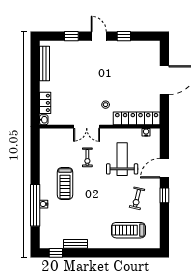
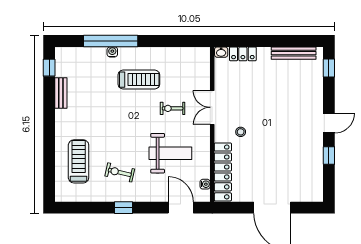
window: (71, 36) -> (329, 68), moved
door: (164, 168) -> (181, 208), moved
treadmill: (65, 183) -> (139, 80), turned 180

